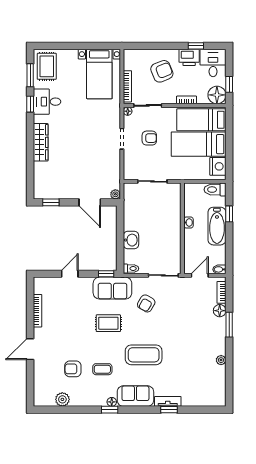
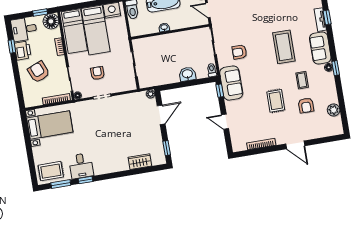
wardrobe: (41, 142) -> (140, 162), moved, width x0.67
armchair: (146, 303) -> (240, 52), turned 150
rug: (108, 323) -> (276, 101), moved

